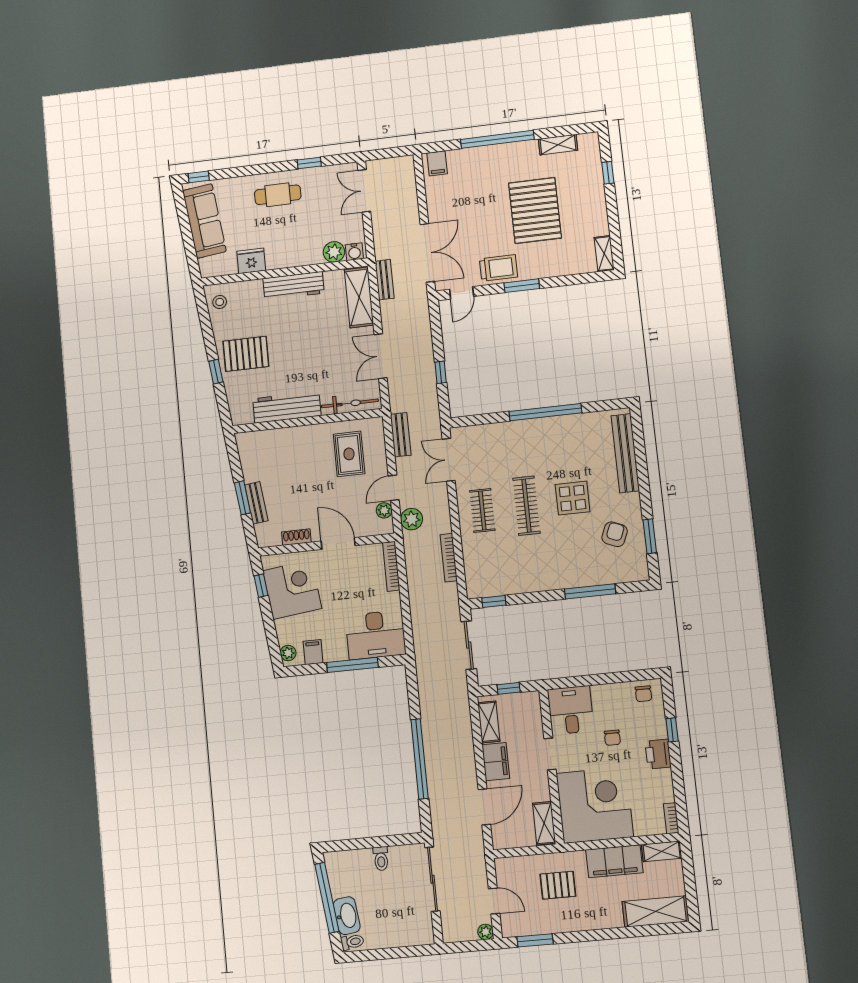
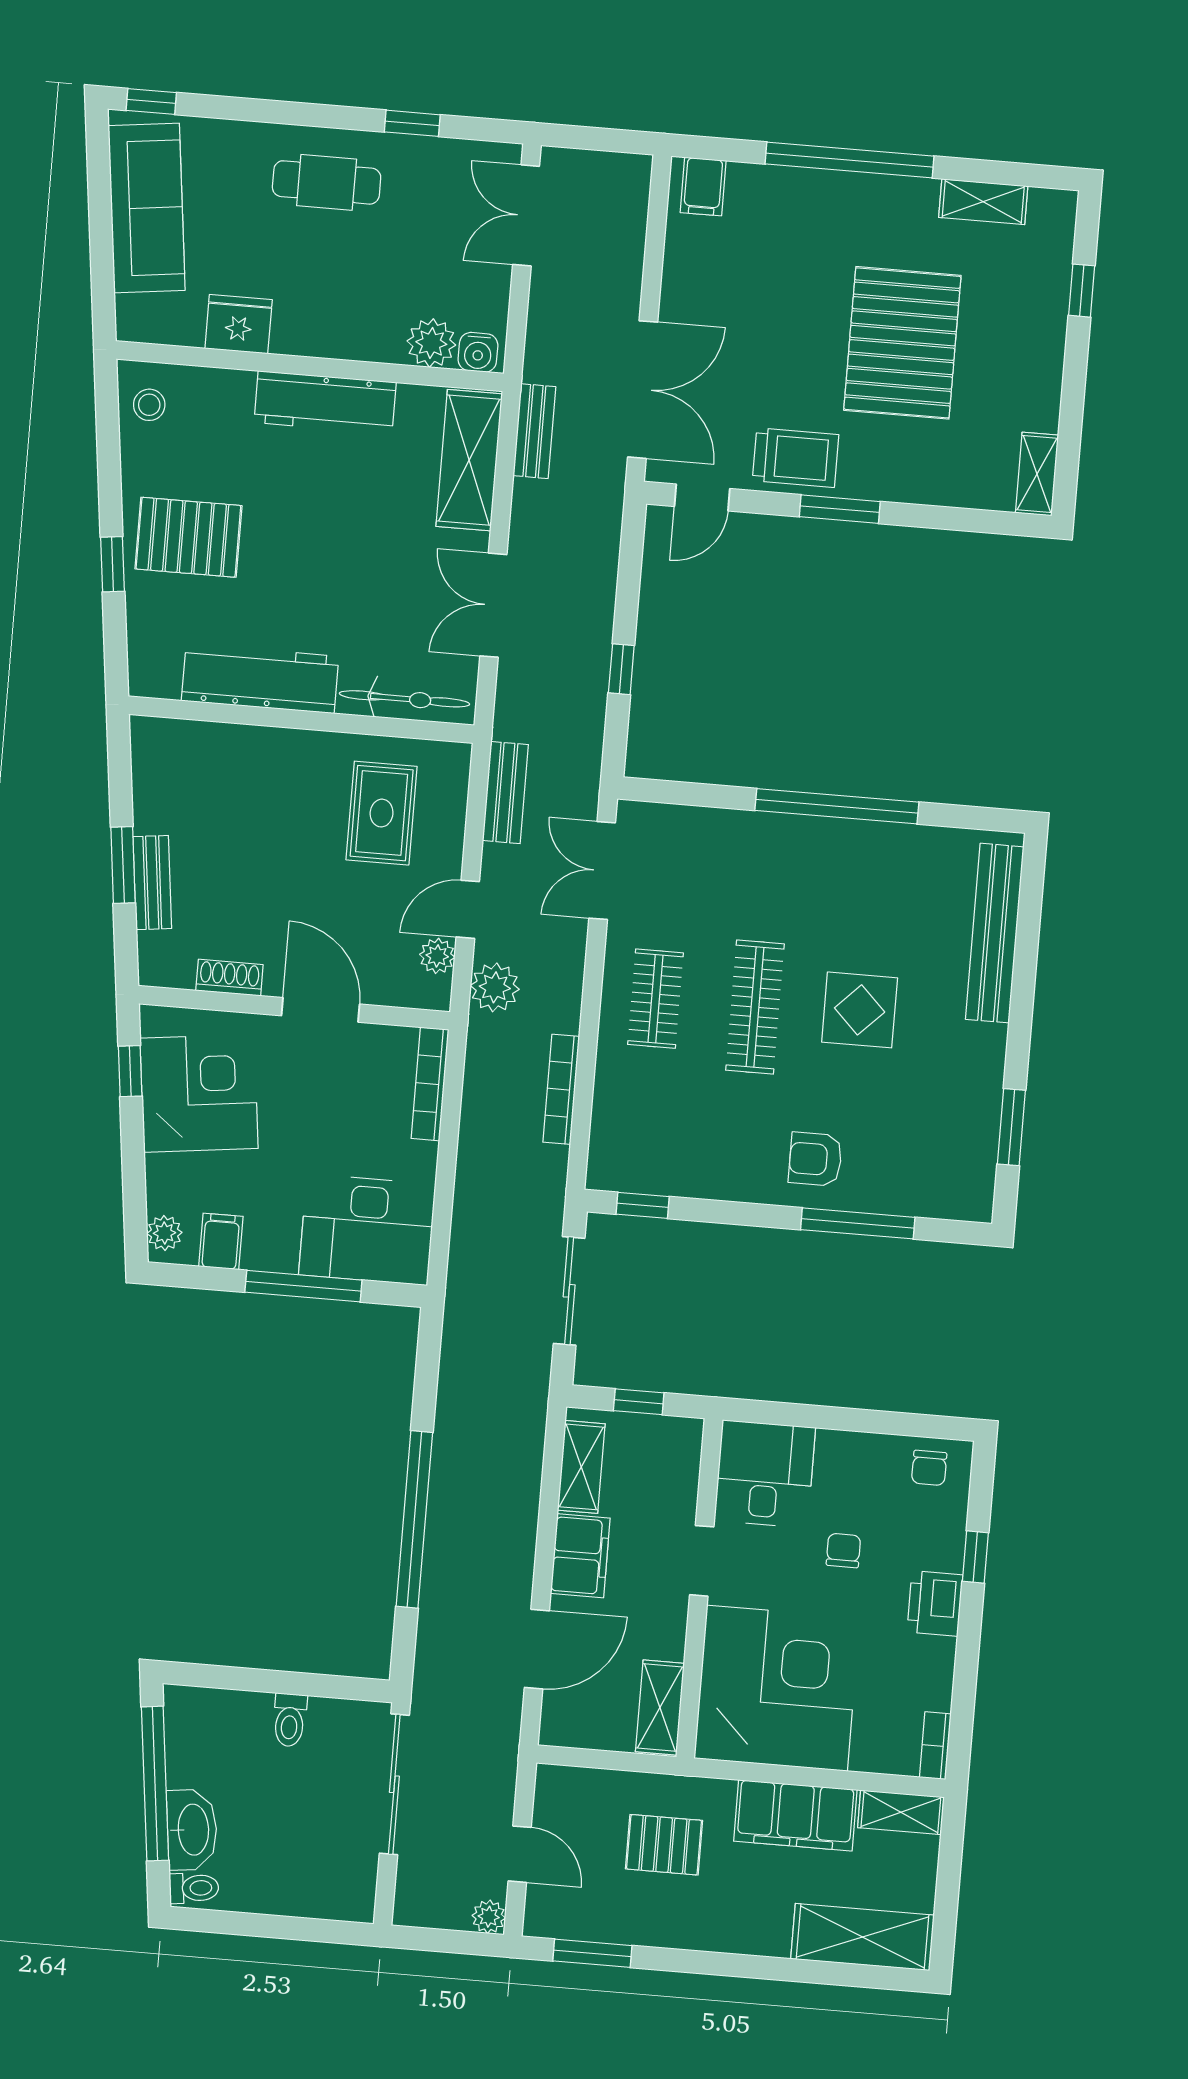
armchair: (615, 534) -> (815, 1159), moved, turned -113
chair: (612, 738) -> (843, 1550), turned 180

